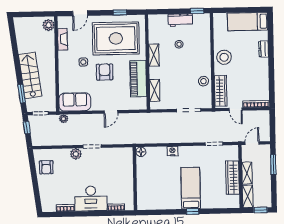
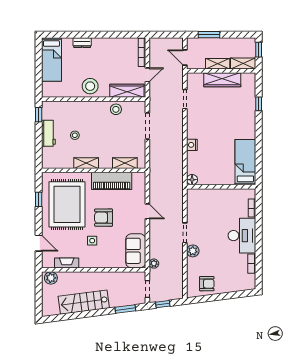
stairs: (30, 75) -> (84, 302), moved
bed: (191, 188) -> (245, 162), moved, turned 90
window: (193, 212) -> (259, 104), moved

